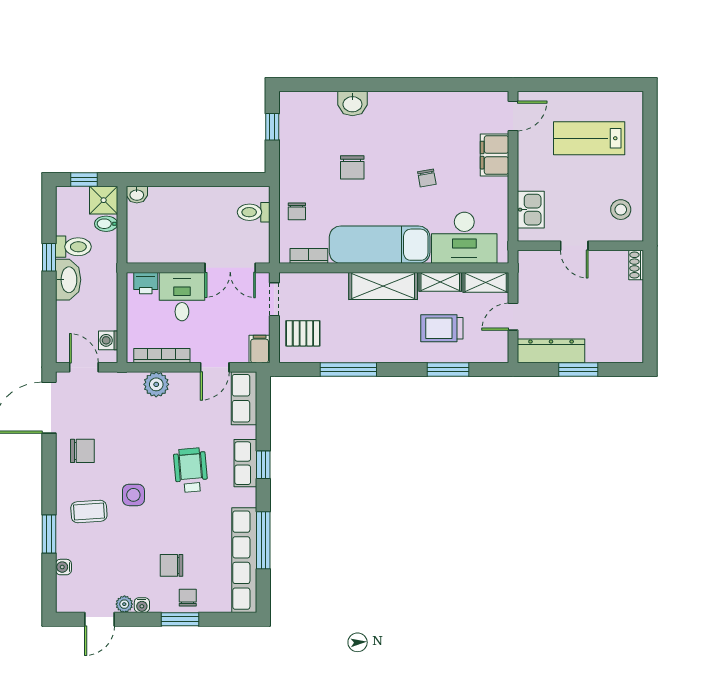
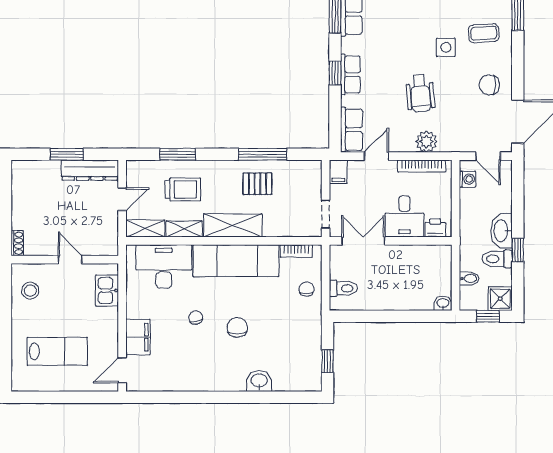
chair: (352, 167) -> (237, 327), moved
shower: (104, 200) -> (500, 299), moved
pallet: (303, 333) -> (257, 184), moved
wheelchair: (191, 470) -> (420, 93), moved

